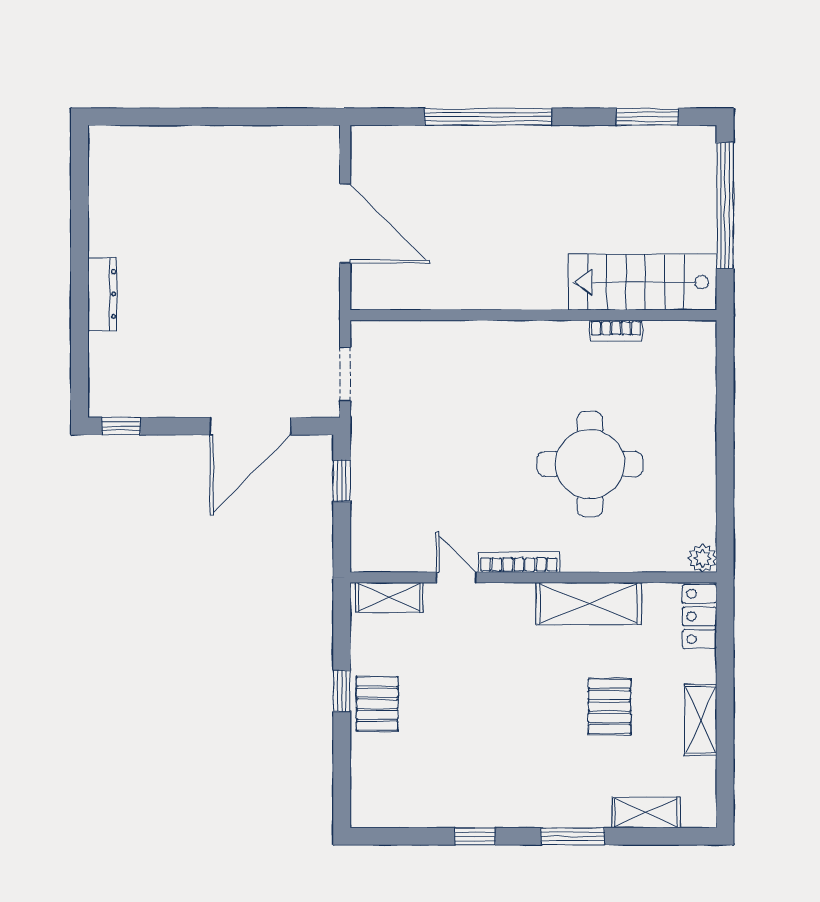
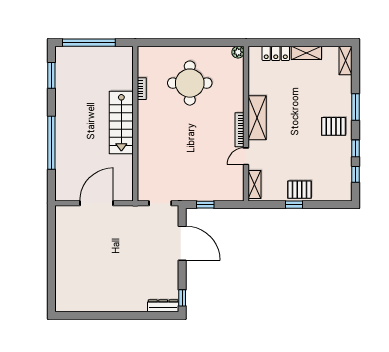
stairs: (642, 282) -> (121, 122), moved
dresser: (102, 294) -> (163, 306), moved
round table: (590, 464) -> (190, 83), moved
shelving: (589, 604) -> (257, 118), moved
locker: (700, 616) -> (276, 53), moved
pallet: (609, 706) -> (334, 126), moved
shelving: (646, 813) -> (346, 61), moved
window: (413, 836) -> (356, 174), added

